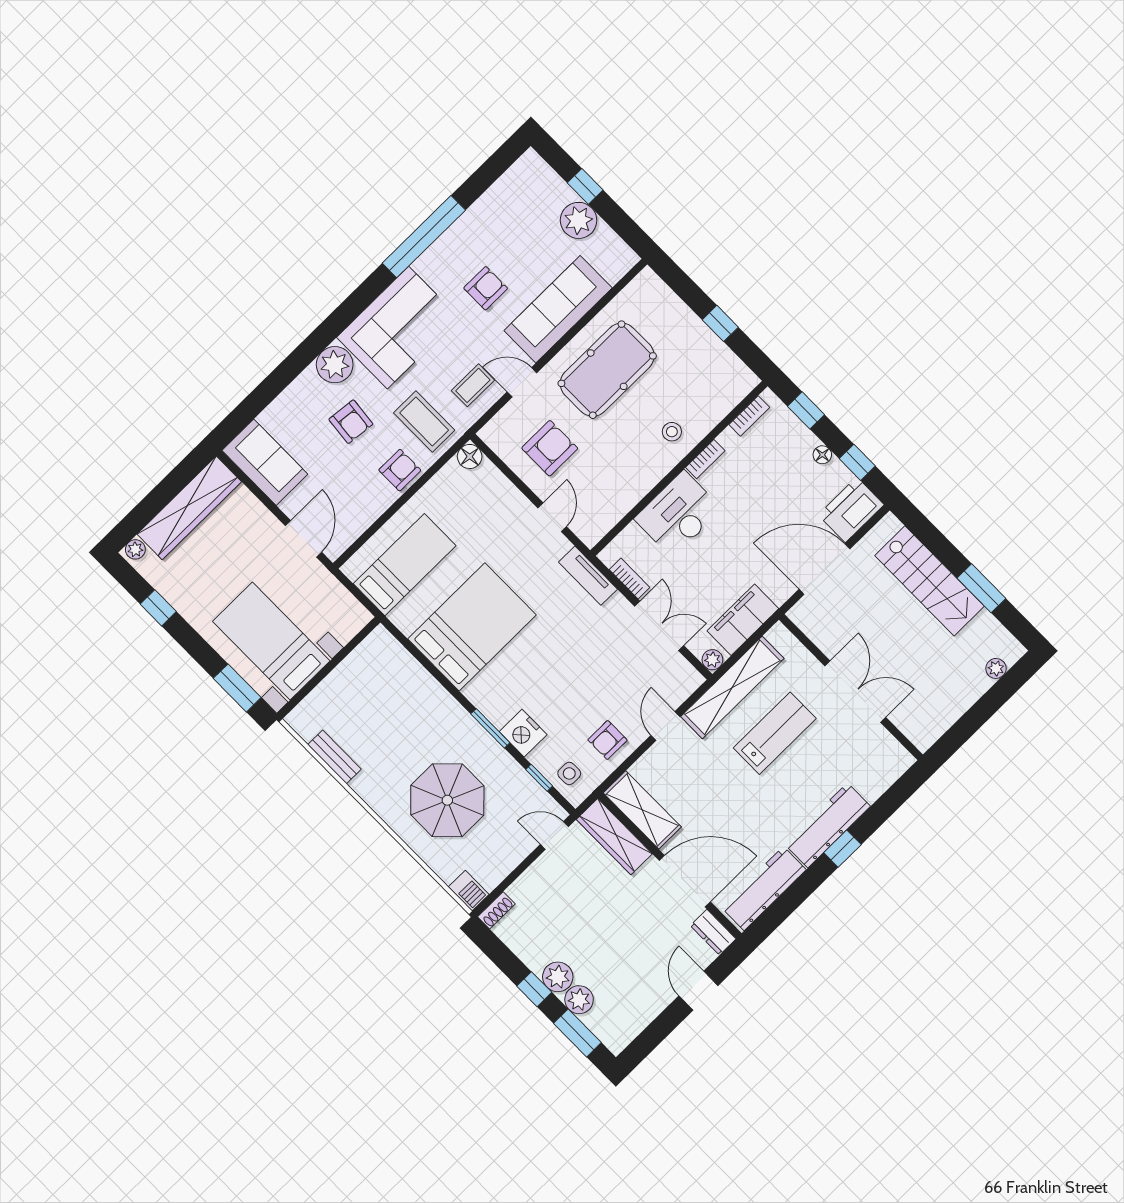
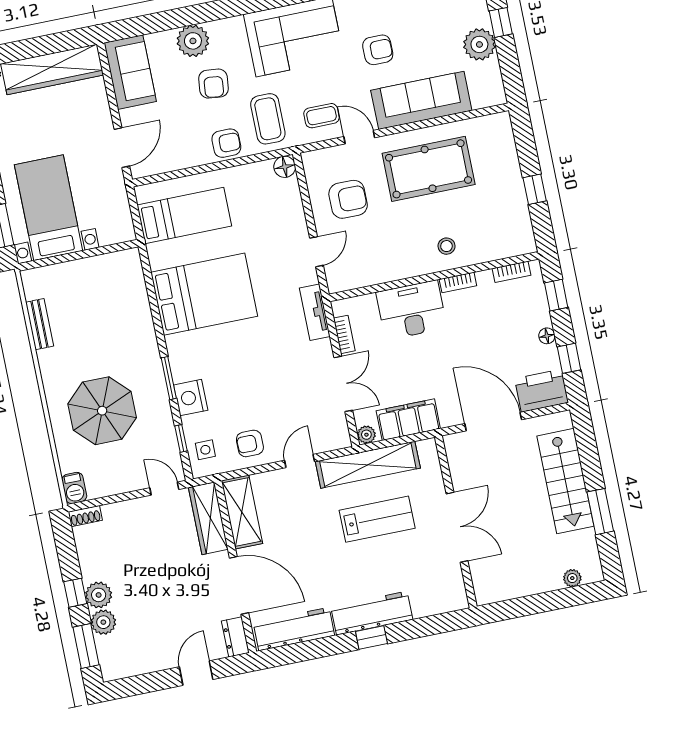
plant: (335, 365) -> (193, 41), moved

